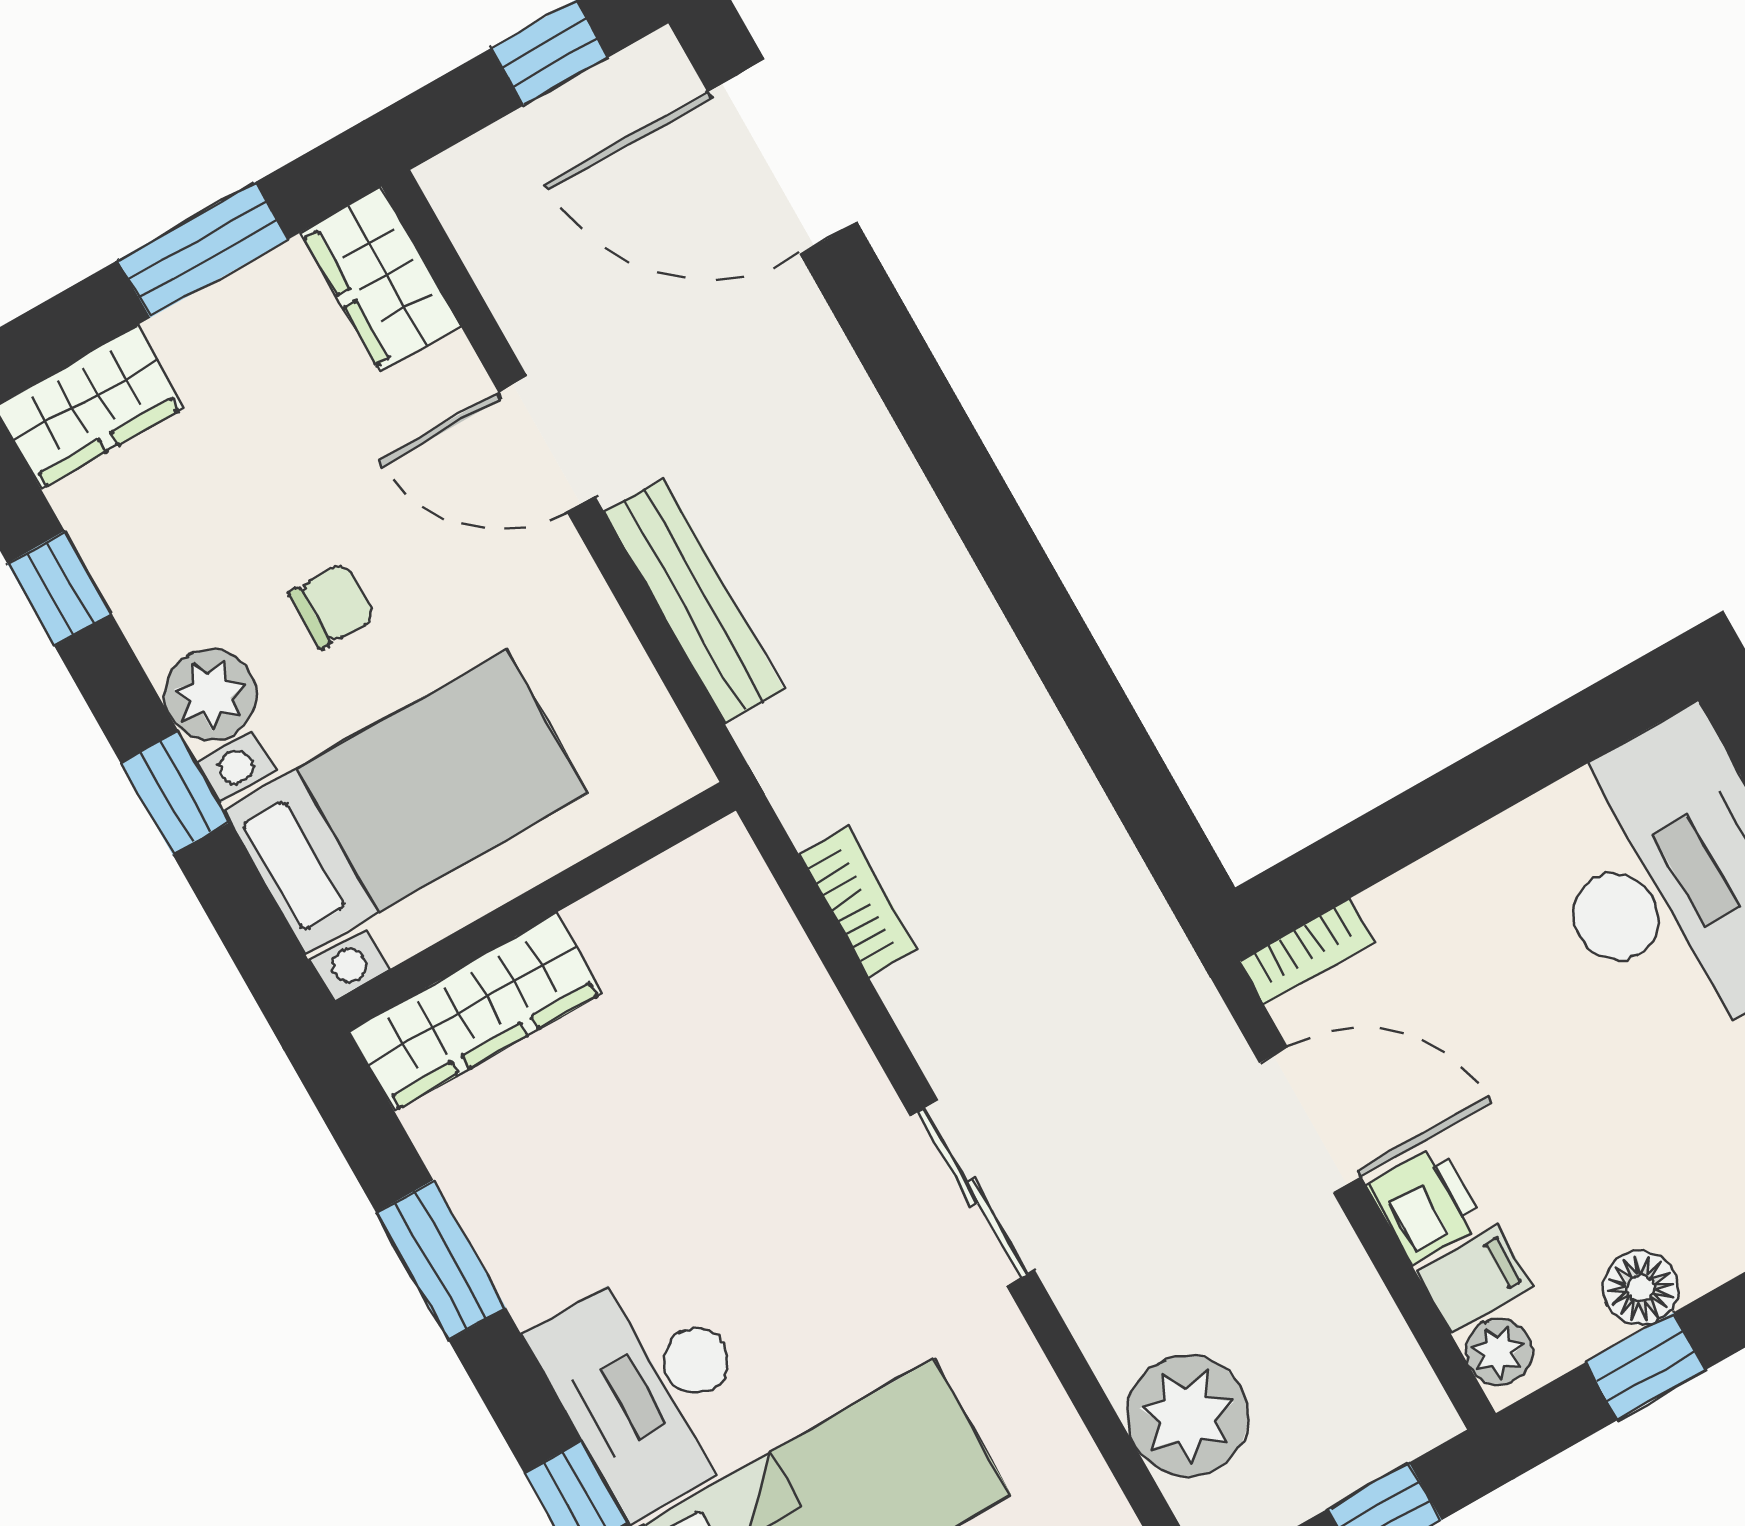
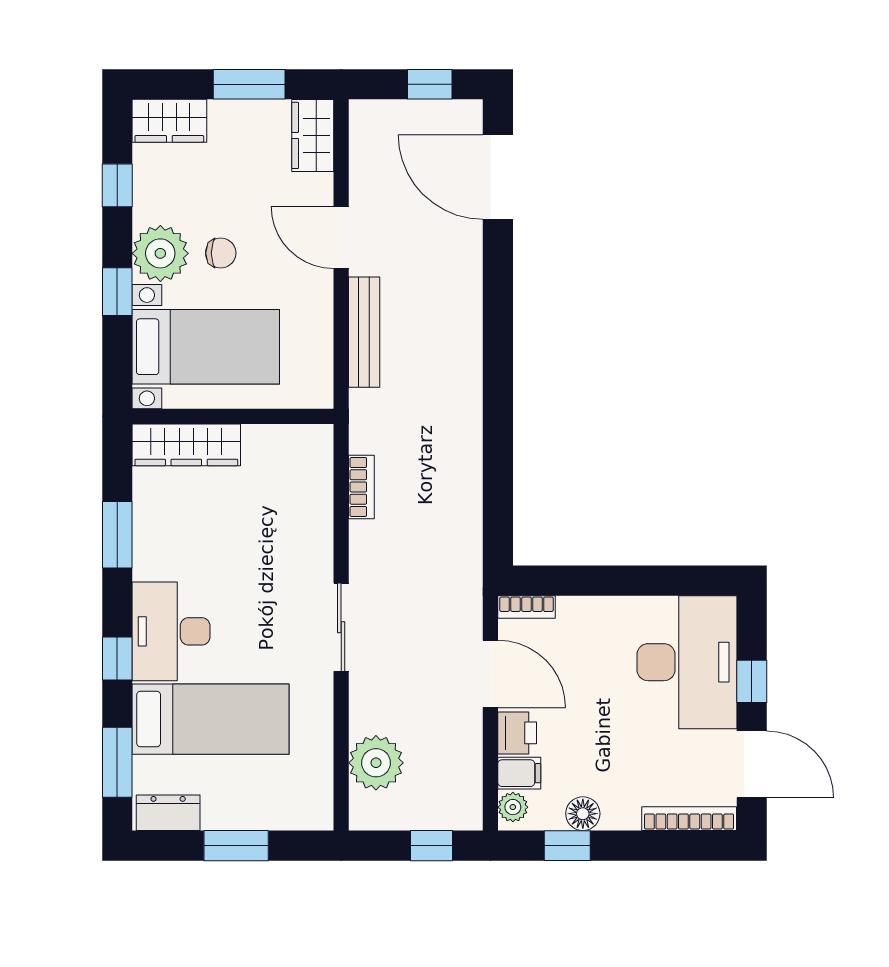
plant: (210, 695) -> (160, 253), width x1.36, depth x1.36

